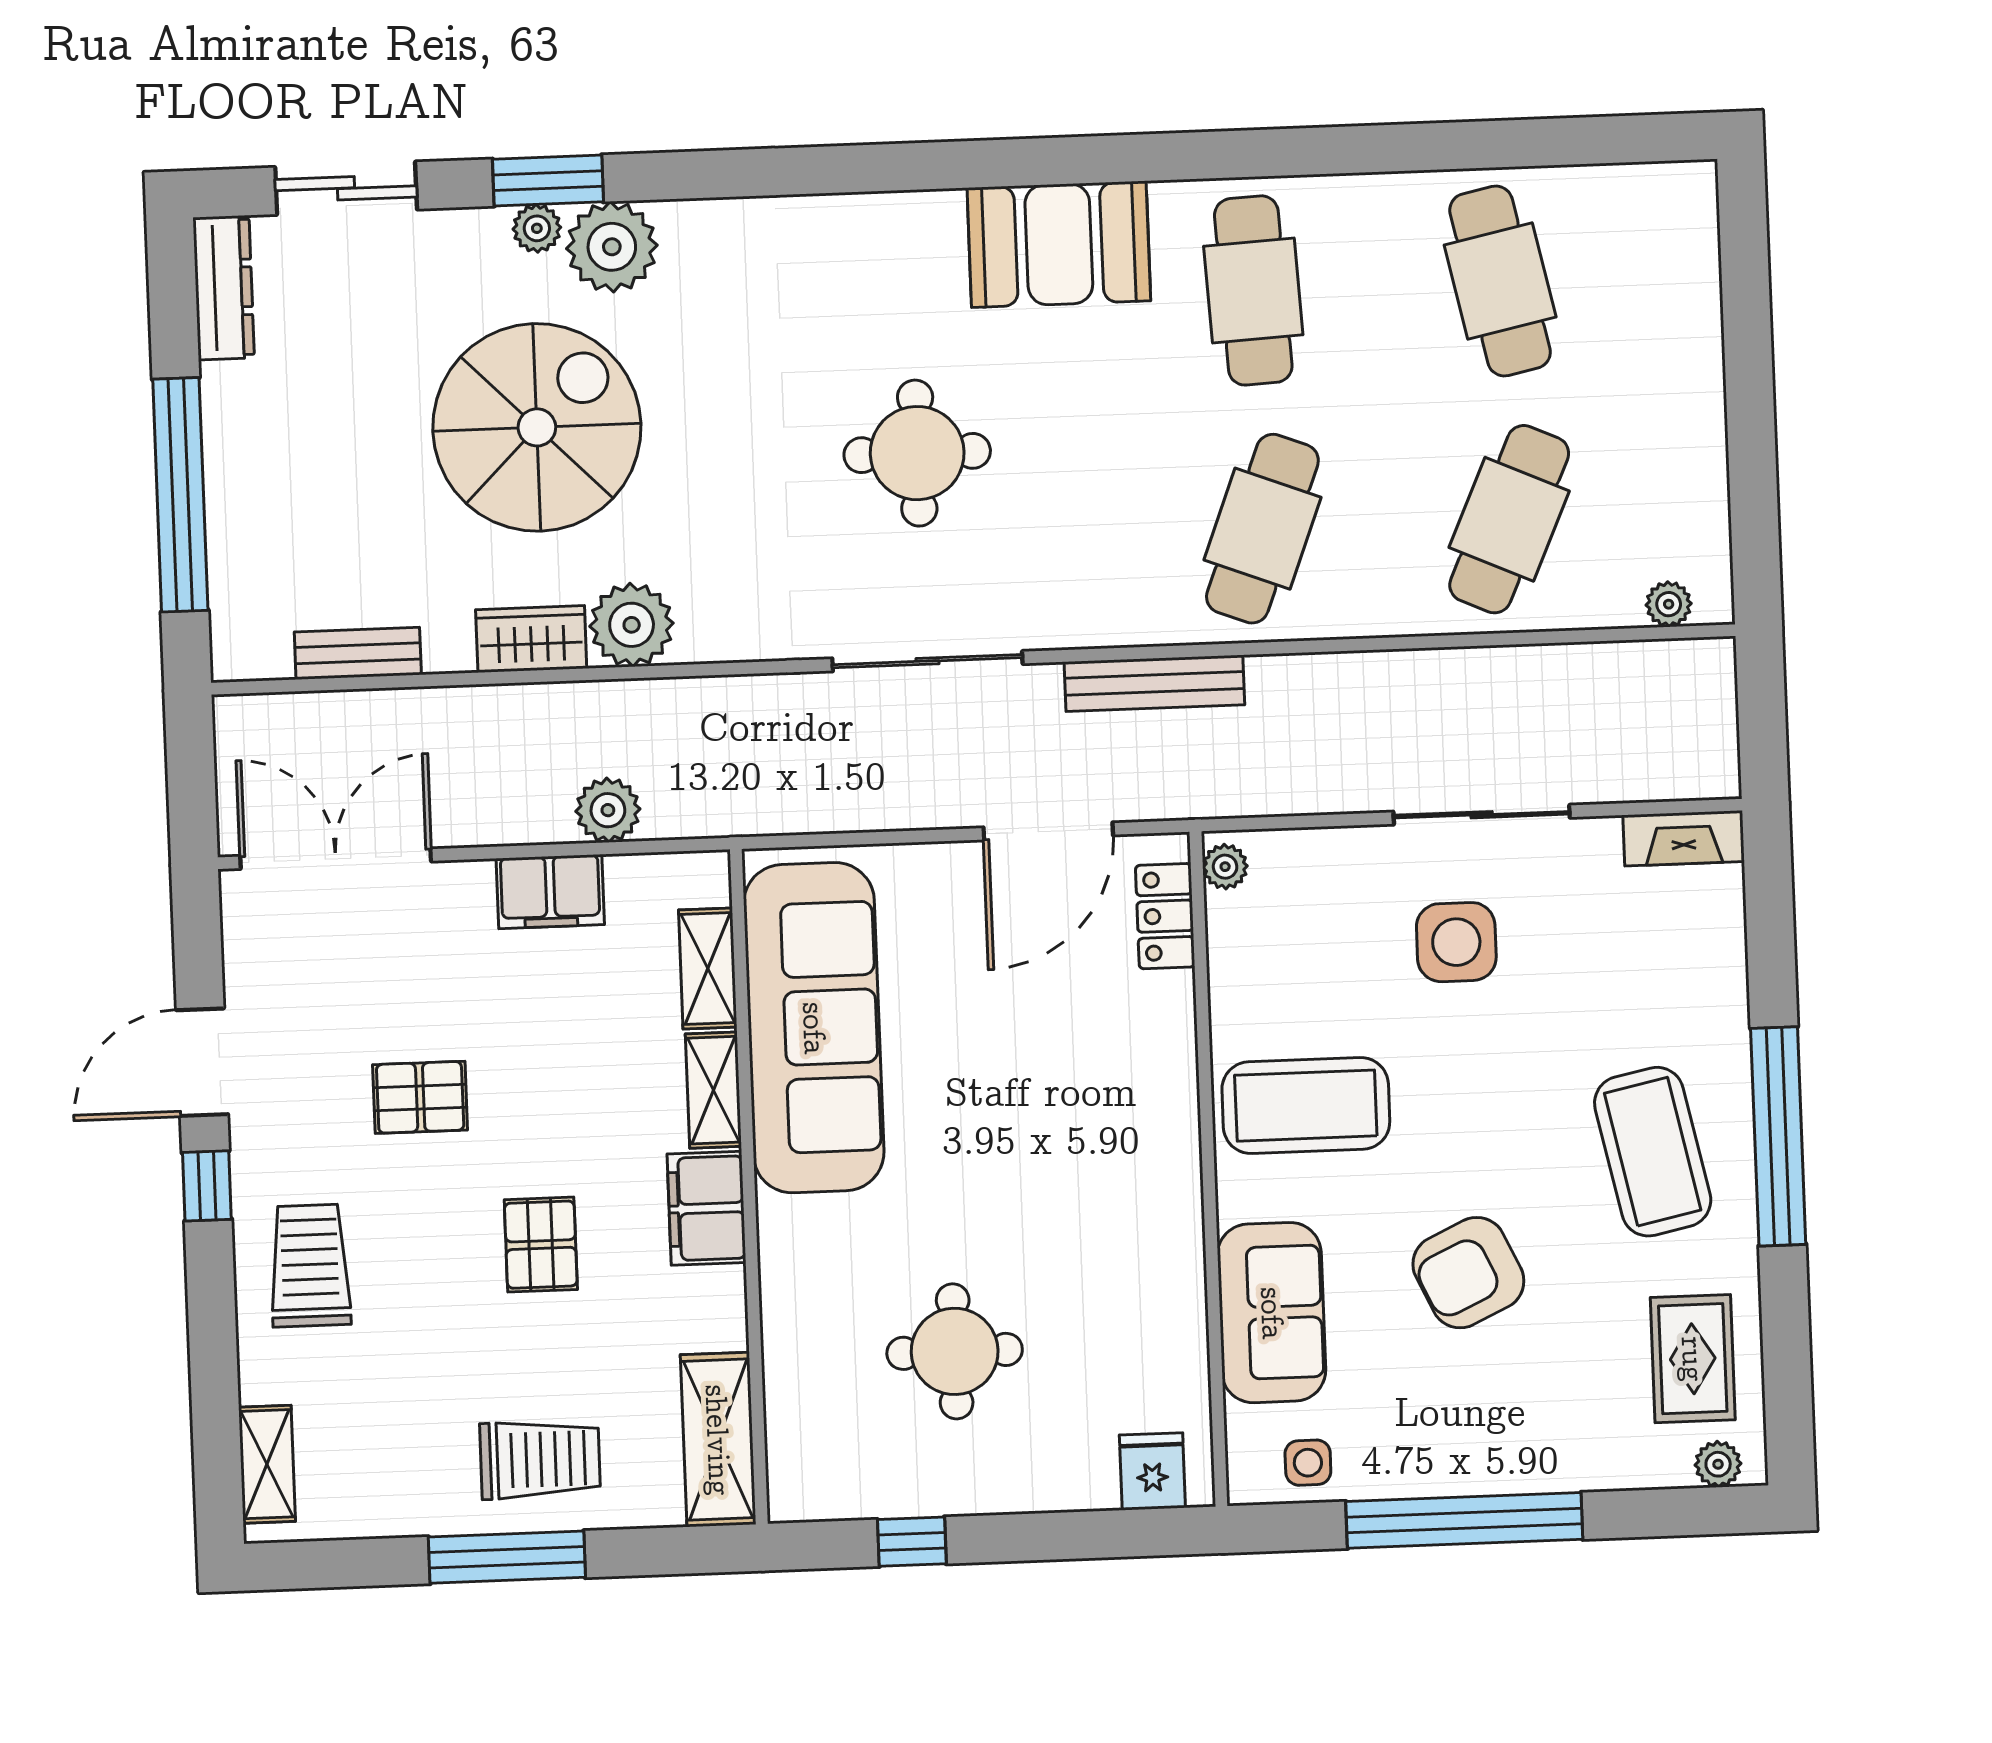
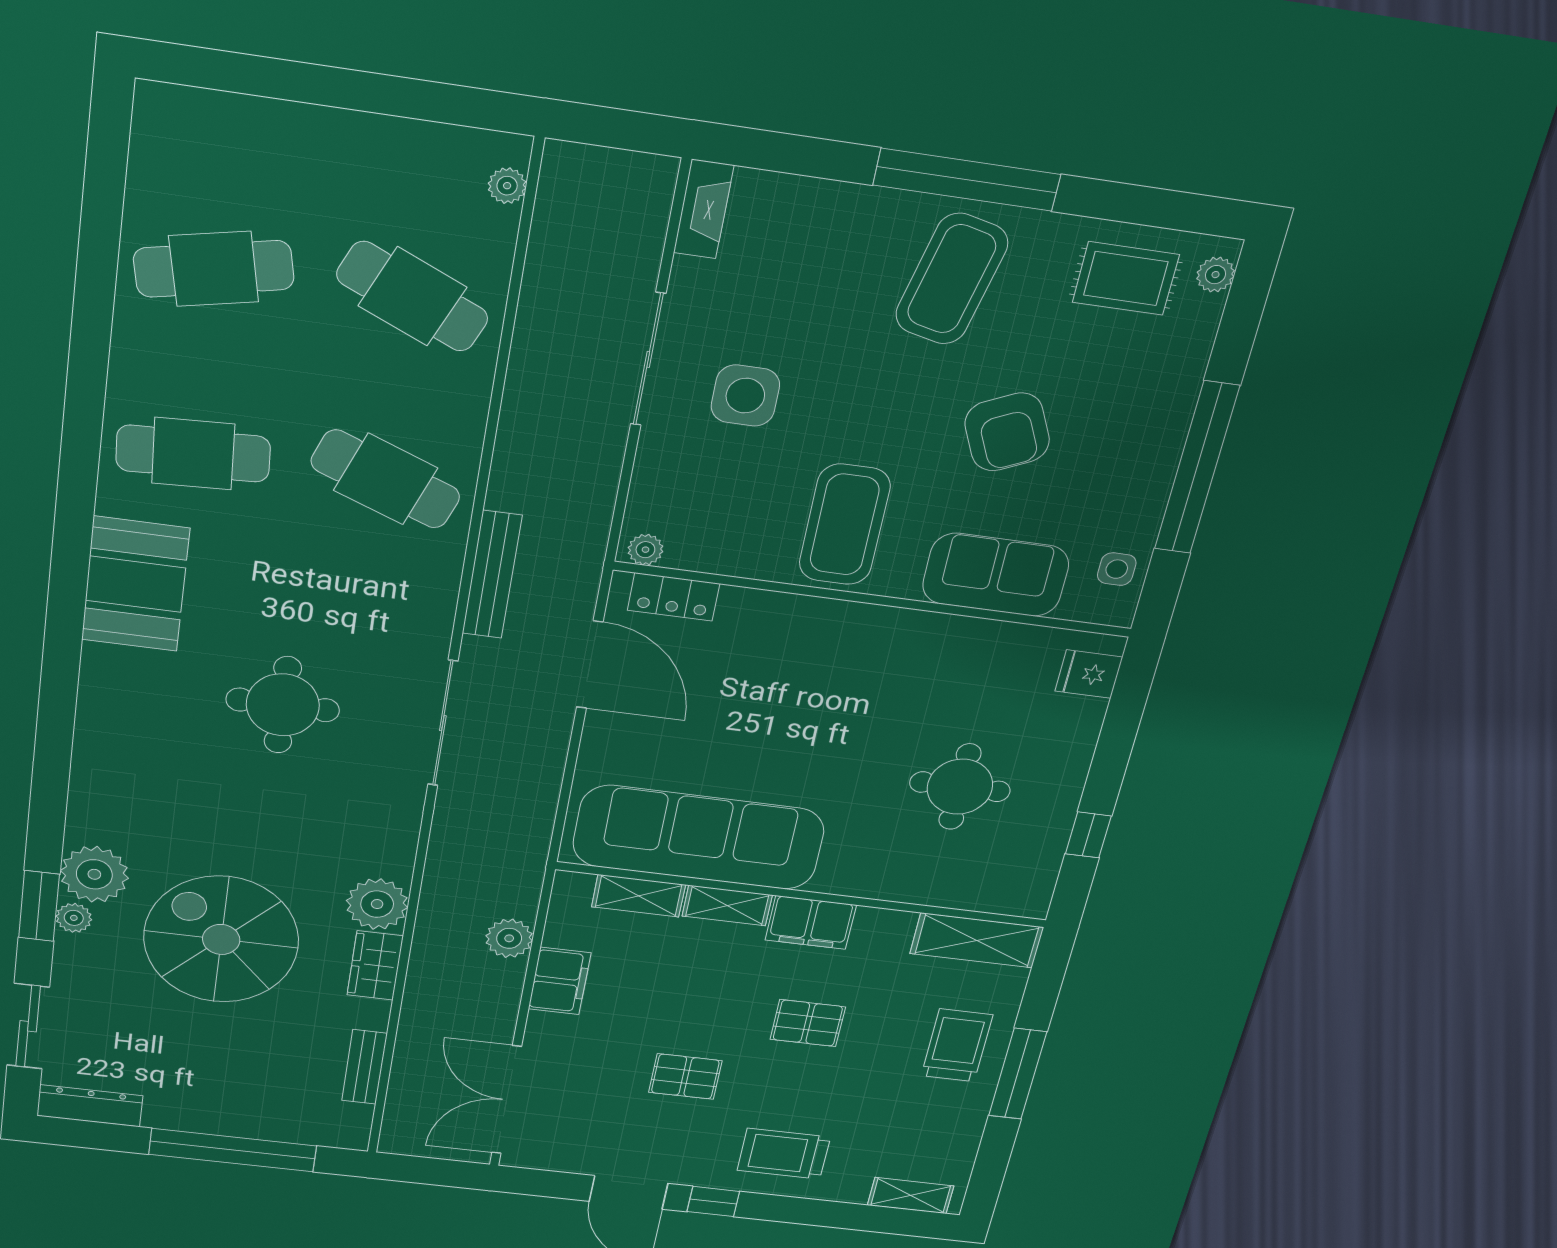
pallet: (420, 1097) -> (685, 1077), turned 90
coffee table: (1653, 1152) -> (952, 279), turned -65

